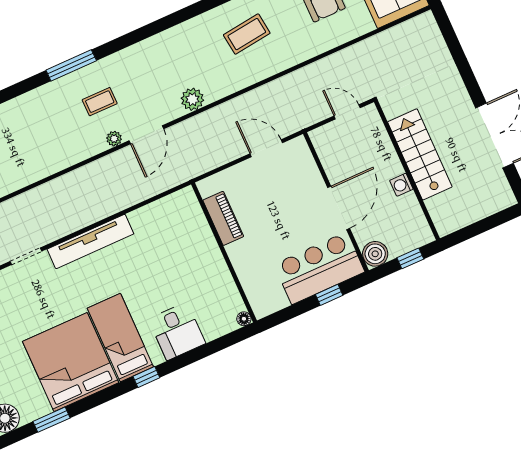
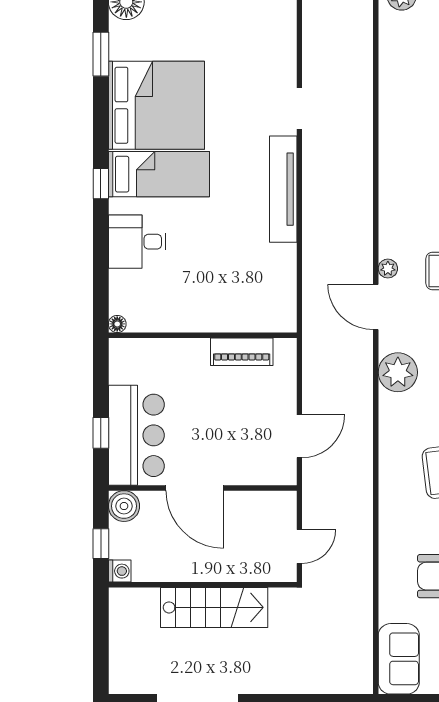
plant: (192, 99) -> (398, 372), width x1.36, depth x1.36
washing machine: (401, 185) -> (120, 571), moved, turned 90

